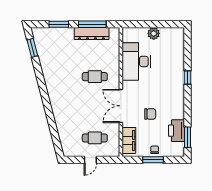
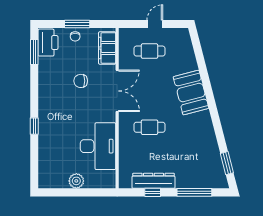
window: (59, 24) -> (194, 192), width x1.44
window: (92, 24) -> (153, 192), width x0.46
booth: (61, 105) -> (191, 93), added
printer: (176, 131) -> (48, 43), moved

